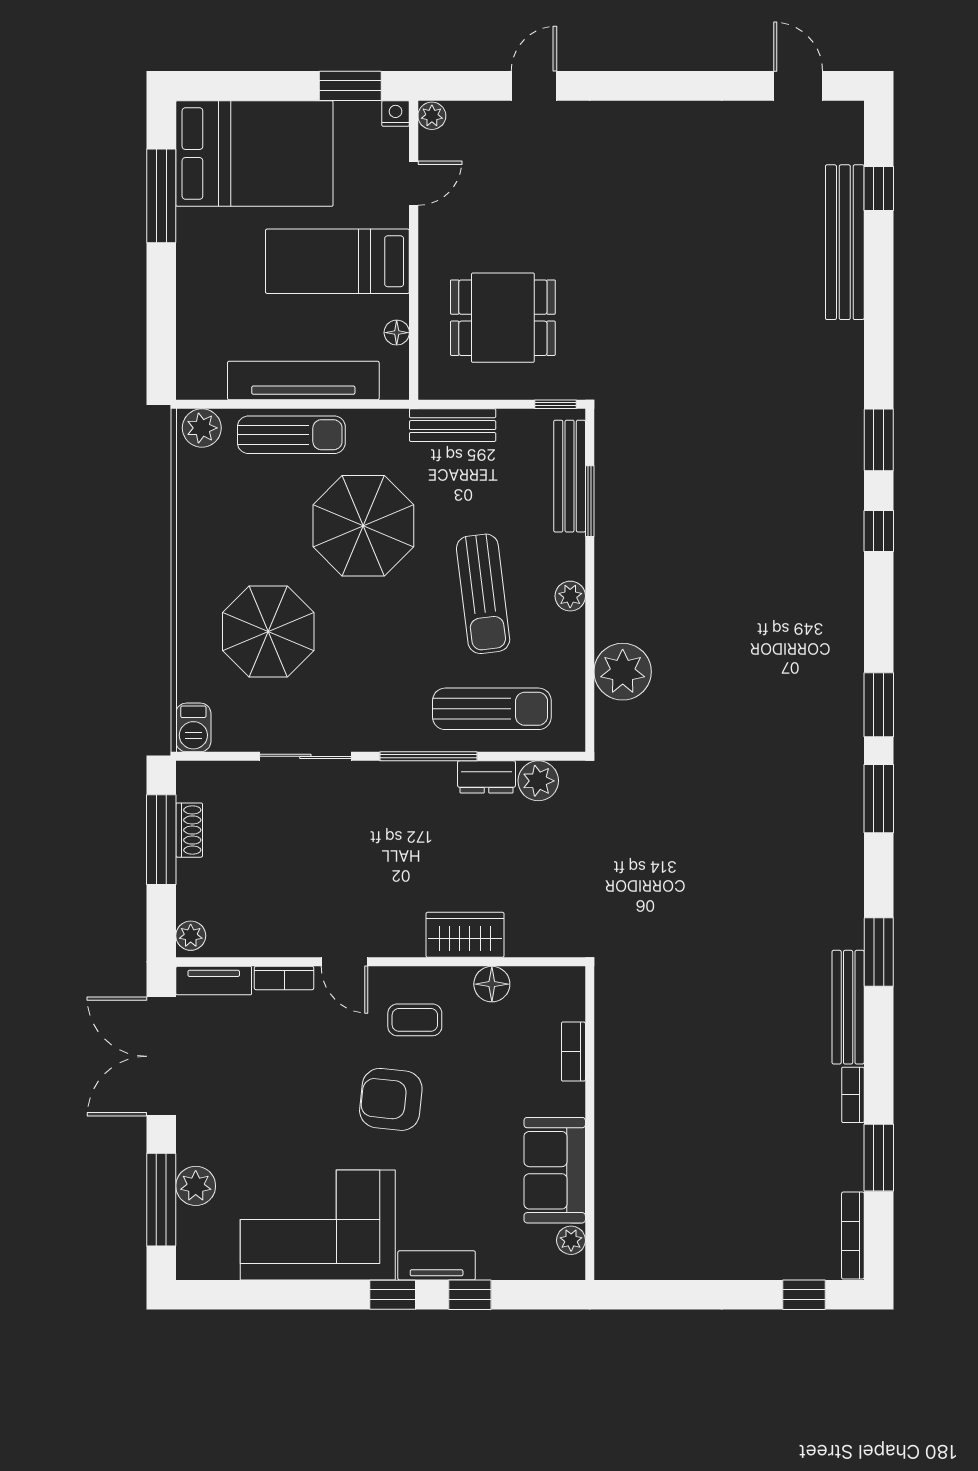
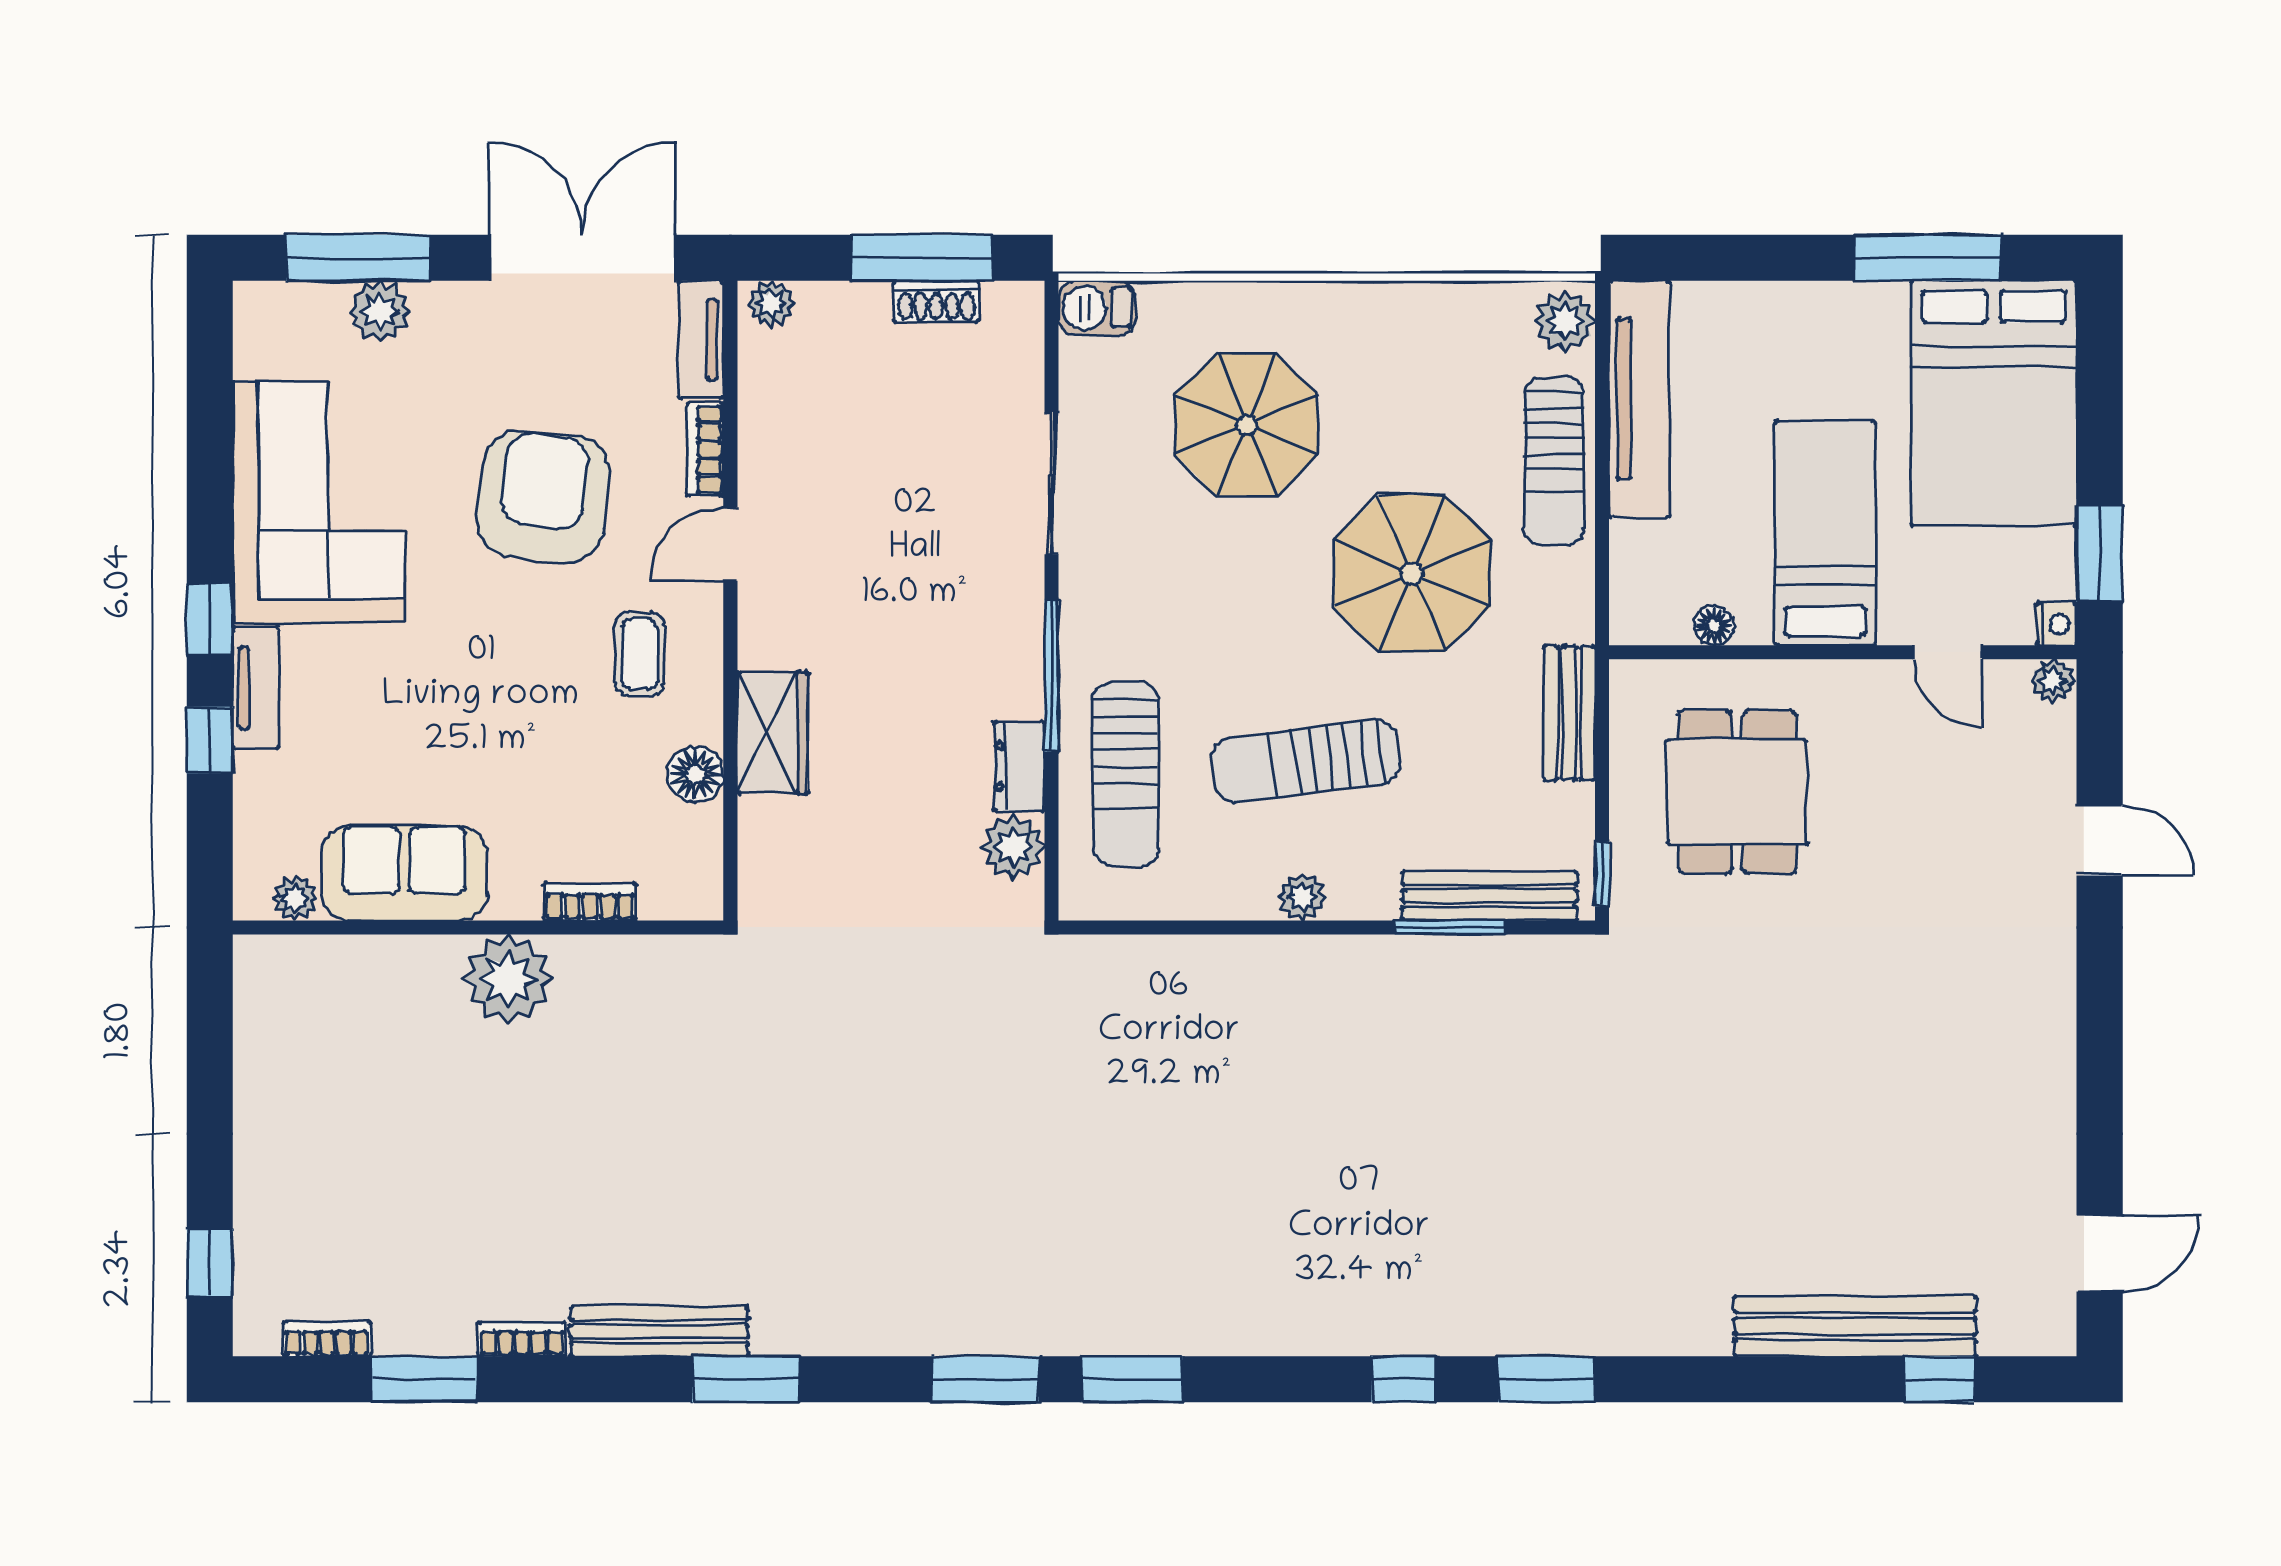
tv unit: (303, 380) -> (1639, 399), moved
plant: (623, 672) -> (508, 979), moved
armchair: (391, 1099) -> (543, 497), moved, width x1.36, depth x1.36
bookcase: (853, 1236) -> (327, 1339), width x0.64

